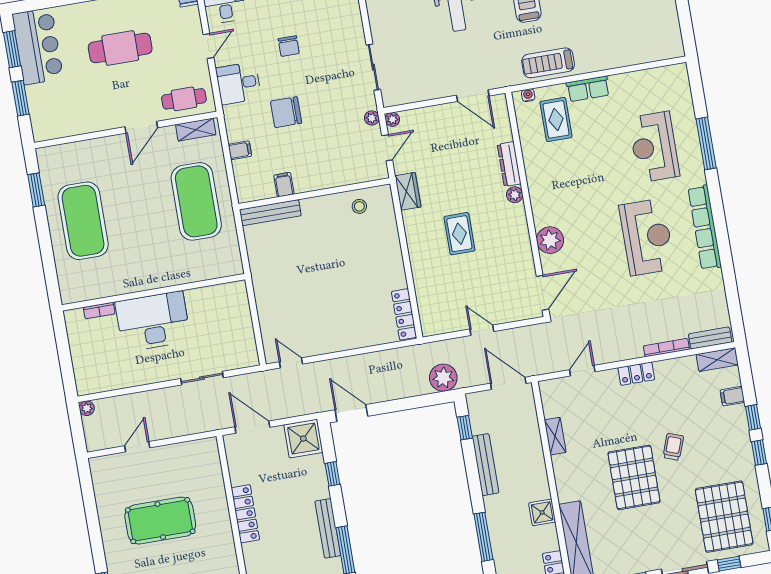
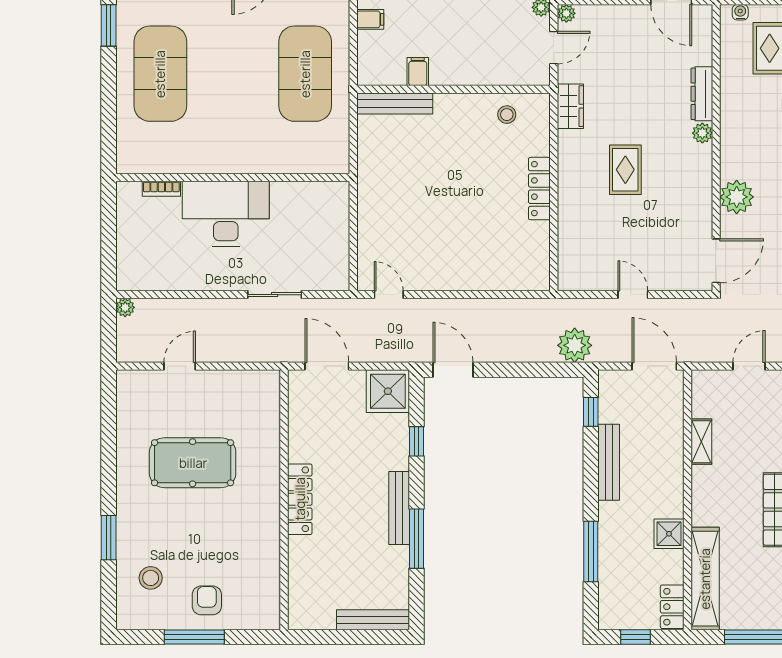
locker: (404, 314) -> (539, 189), moved
locker: (245, 514) -> (300, 499), moved

